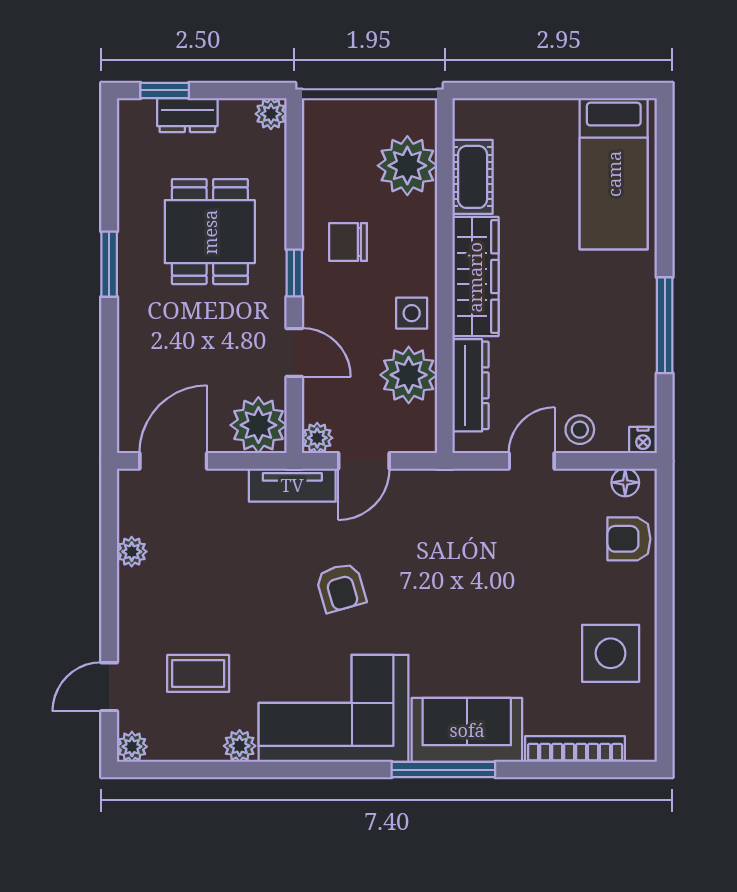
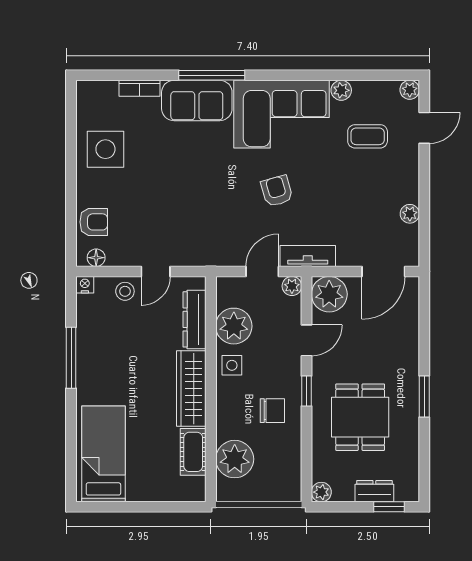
door: (294, 352) -> (306, 340), swing flipped
bookcase: (575, 749) -> (139, 88), width x0.64

